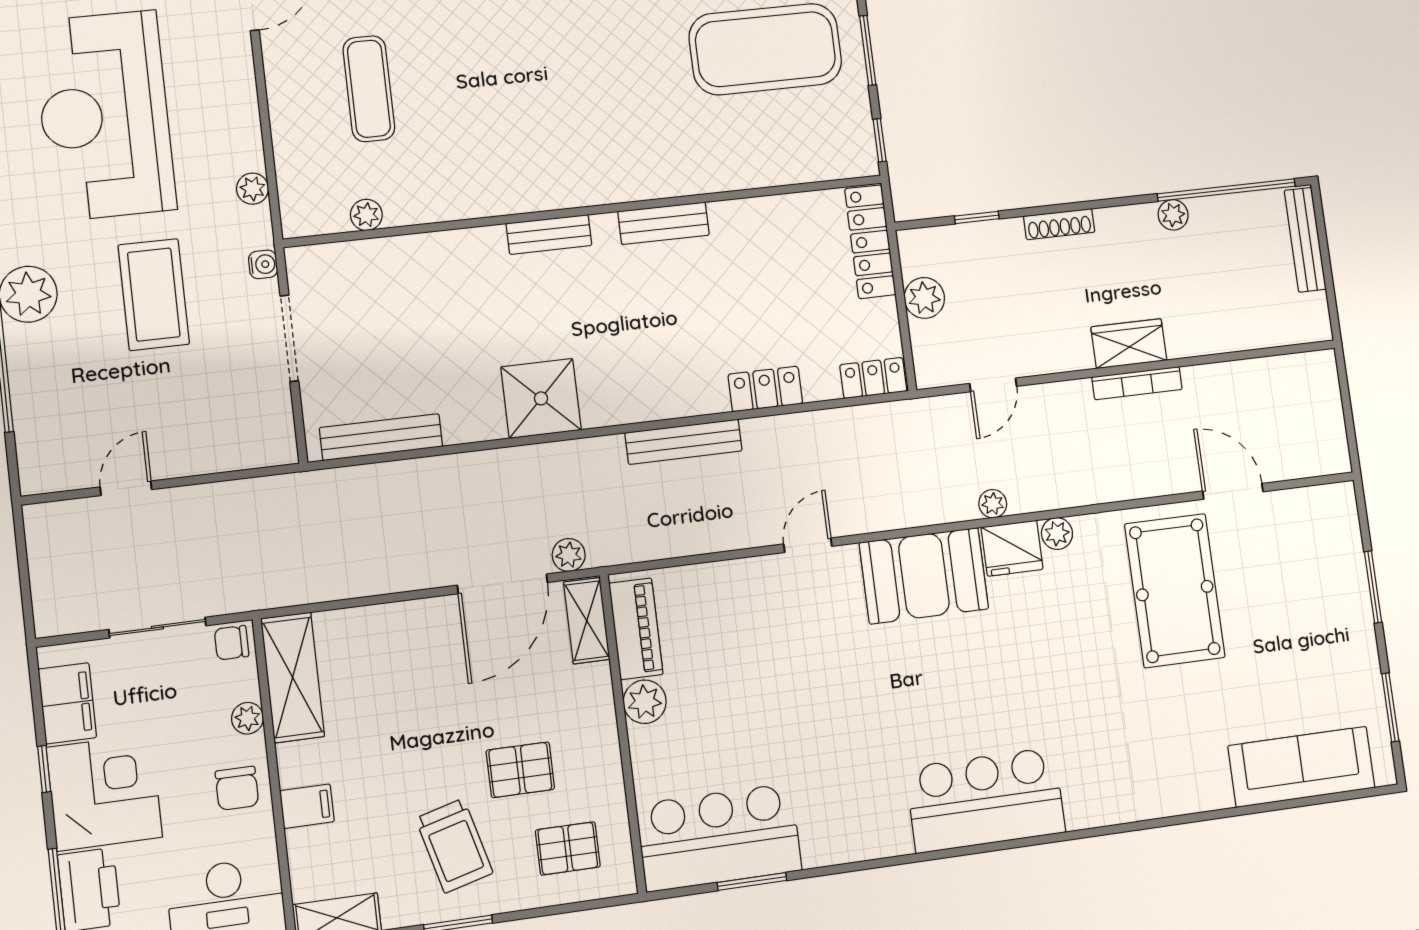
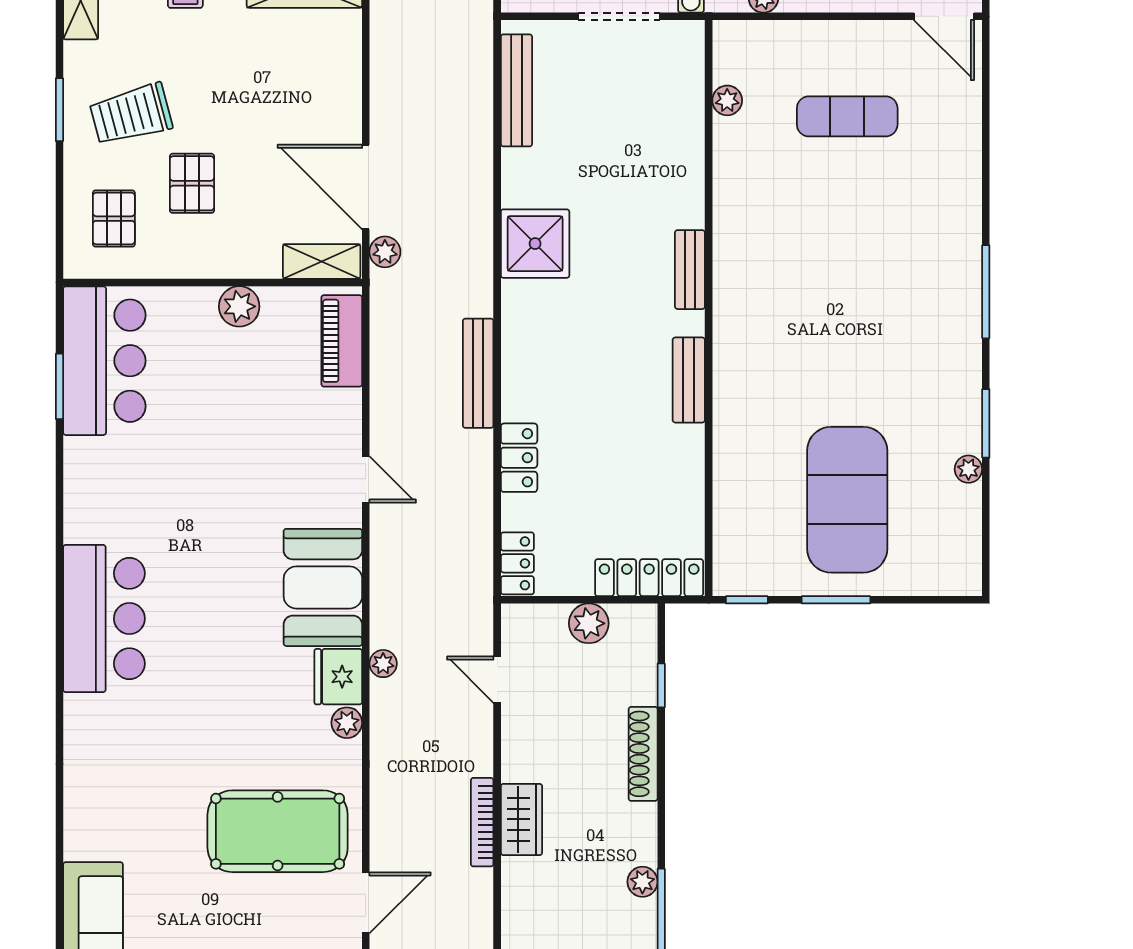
shoe rack: (1059, 224) -> (643, 754), width x1.36, depth x1.24
piano: (636, 629) -> (342, 341), moved, turned 90

